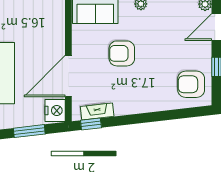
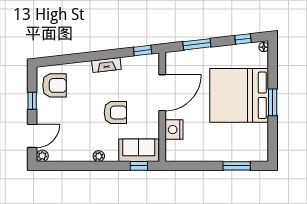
nightstand: (55, 111) -> (174, 130), moved
fireplace: (97, 111) -> (106, 65), moved

